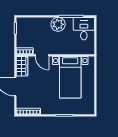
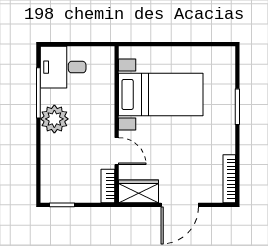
door: (42, 55) -> (117, 151), hinge flipped

